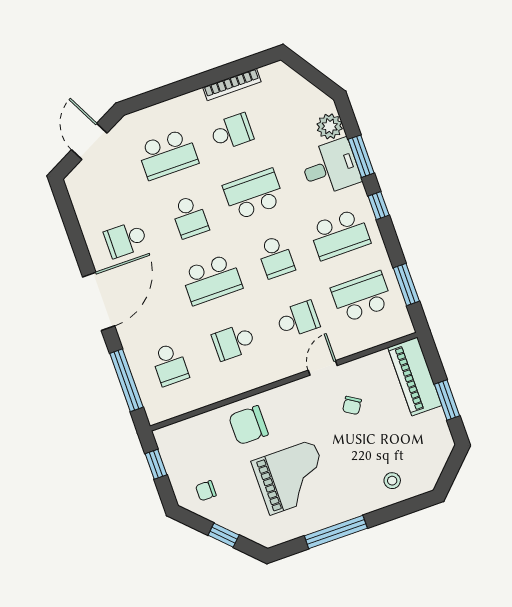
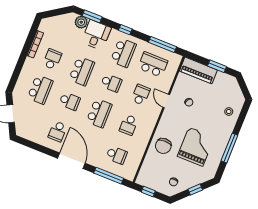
window: (361, 156) -> (92, 16), moved
school desk: (254, 194) -> (82, 71), turned 180
window: (406, 285) -> (162, 44), width x1.44
school desk: (362, 297) -> (153, 64), turned 90

